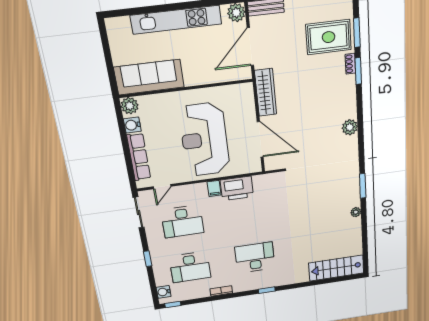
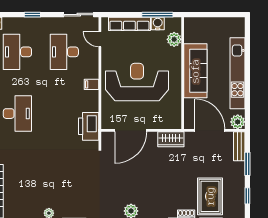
sofa: (149, 77) -> (195, 71), moved
wardrobe: (266, 92) -> (171, 139), width x0.67
plant: (130, 106) -> (174, 39), moved
window: (122, 127) -> (157, 15), added
printer: (237, 188) -> (89, 126), moved

